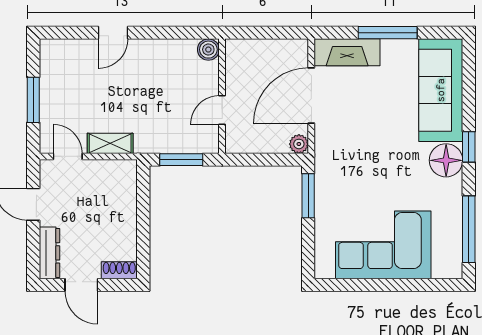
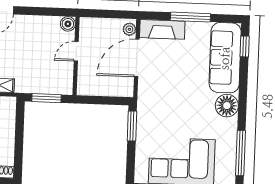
door: (222, 110) -> (76, 51), moved
plant: (299, 144) -> (129, 29), moved
window: (469, 147) -> (245, 46), moved

